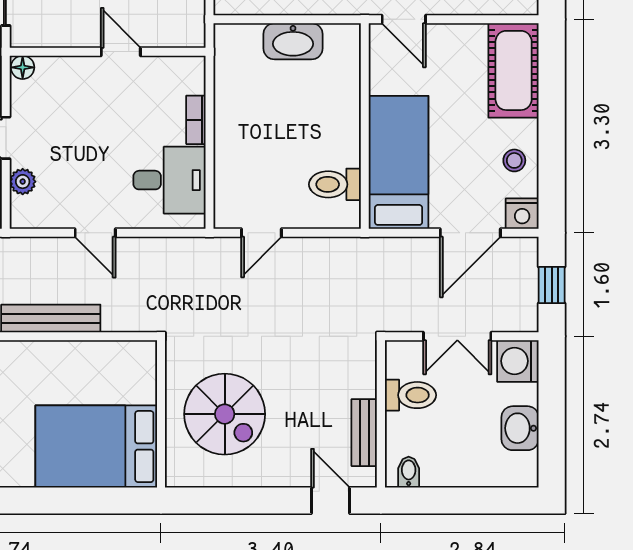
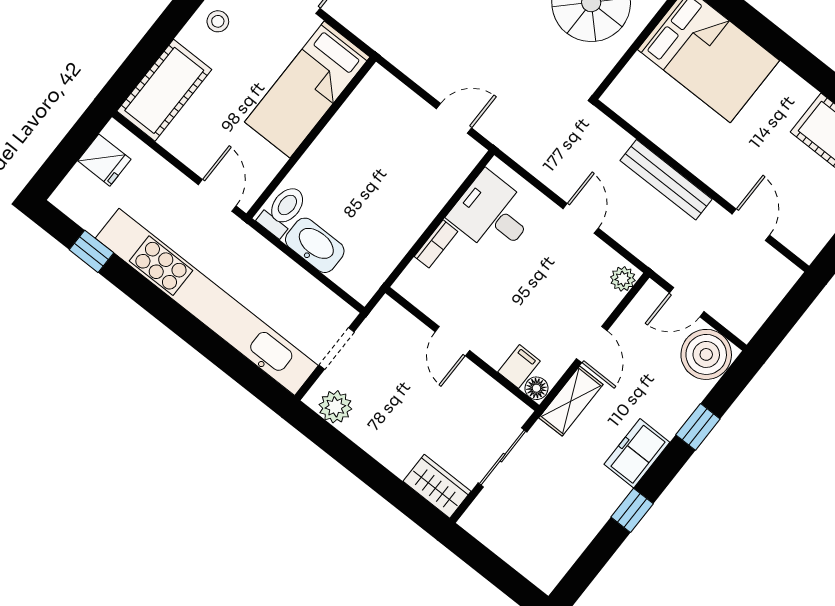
filing cabinet: (51, 74) -> (519, 366), added
plant: (23, 182) -> (623, 279), moved
toilet: (335, 184) -> (283, 210), moved, turned -90

